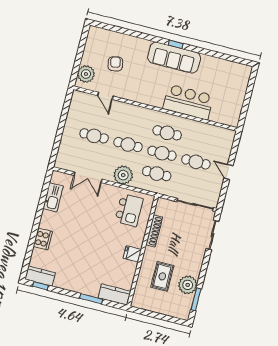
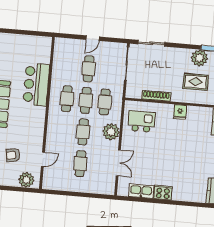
cooker: (43, 239) -> (163, 193), moved

